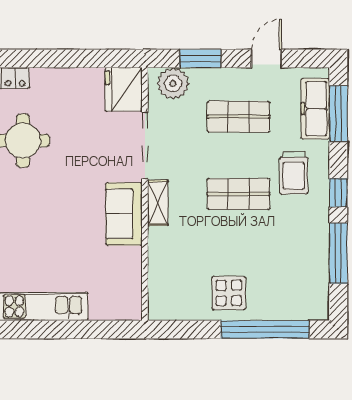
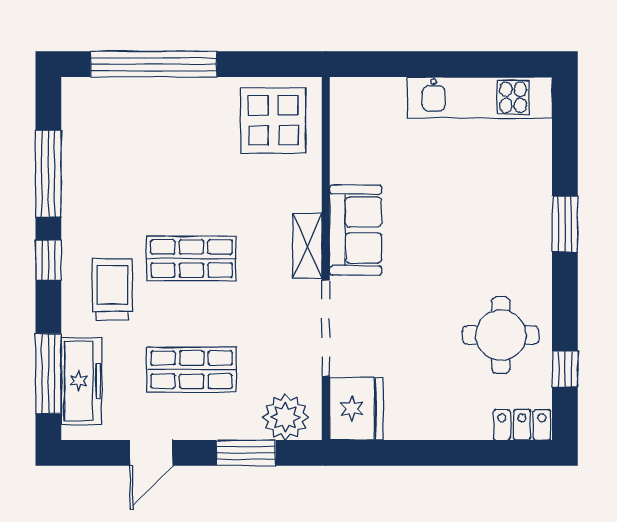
display table: (229, 293) -> (273, 120), moved, width x1.36, depth x1.36

